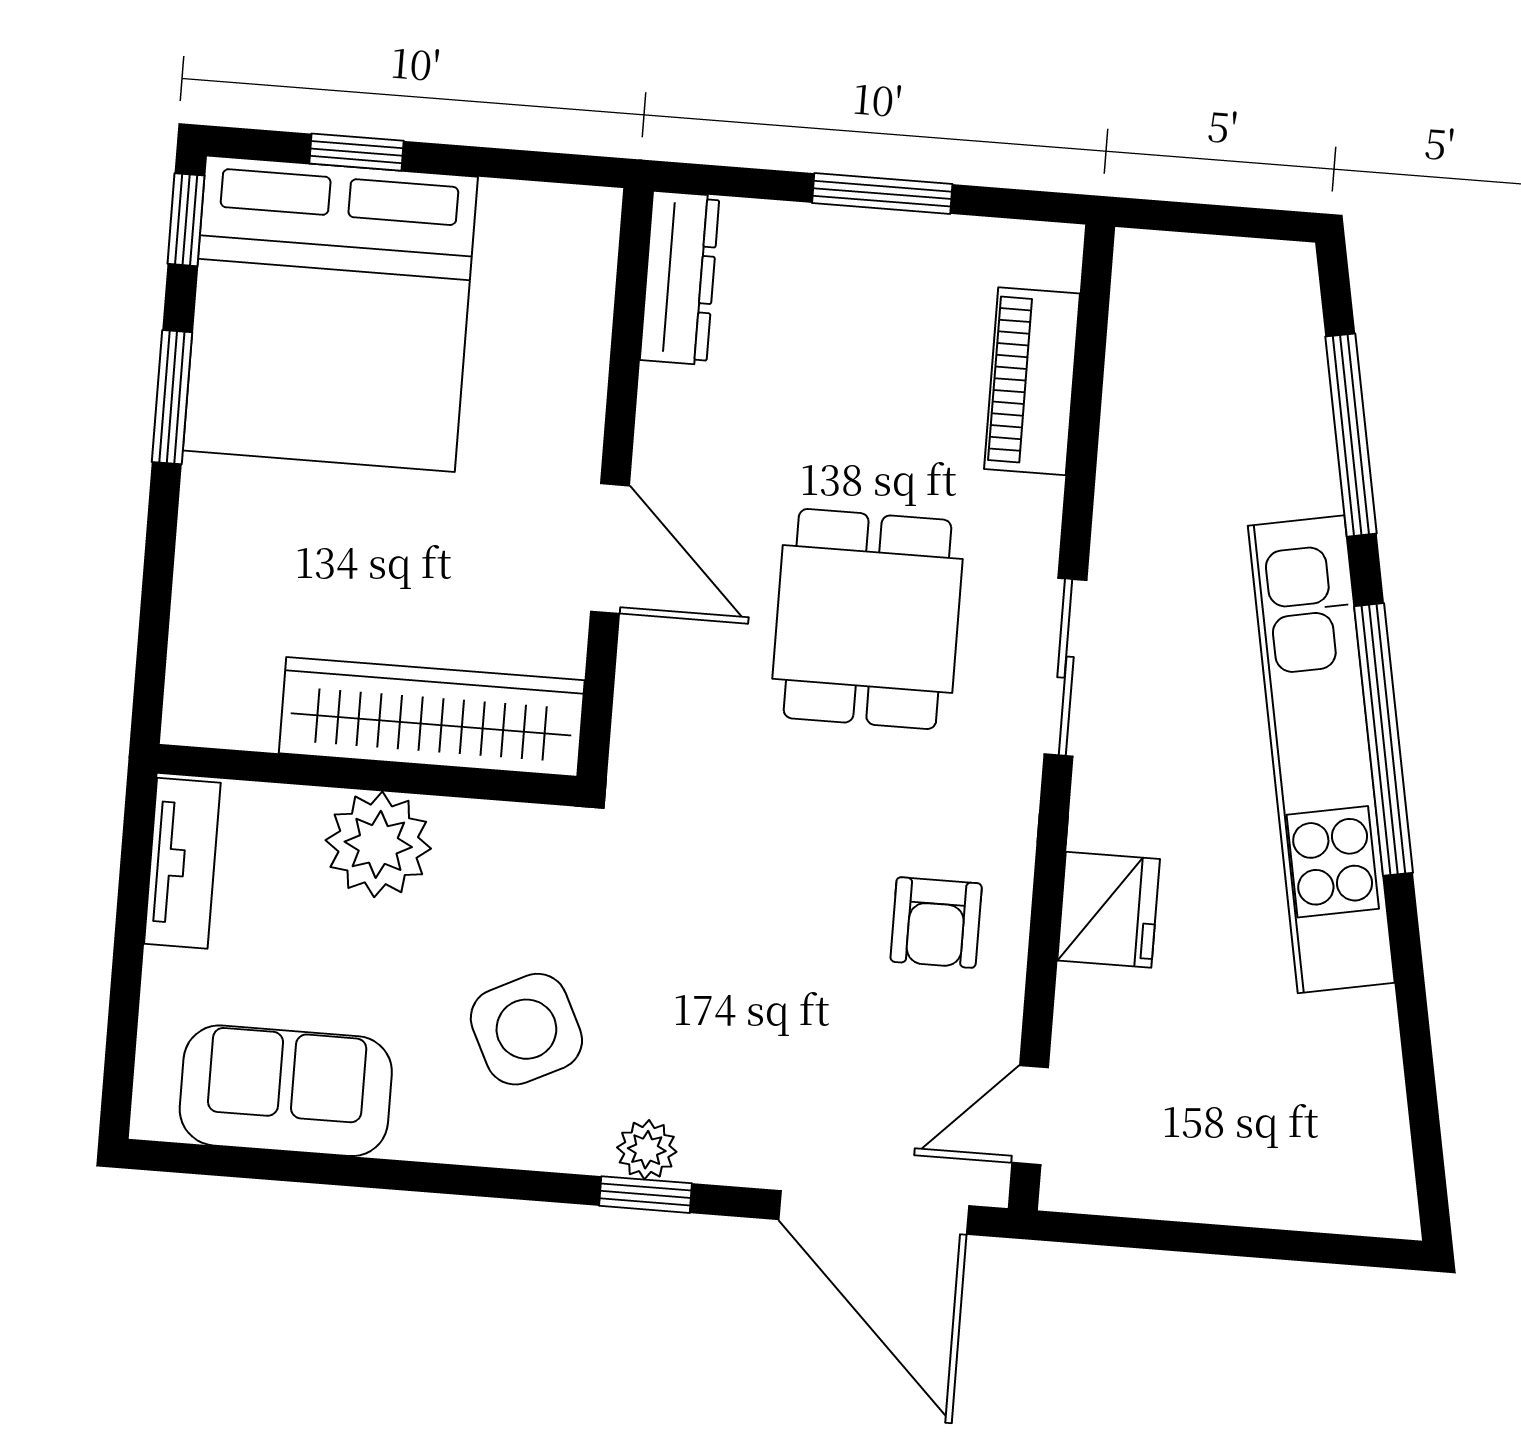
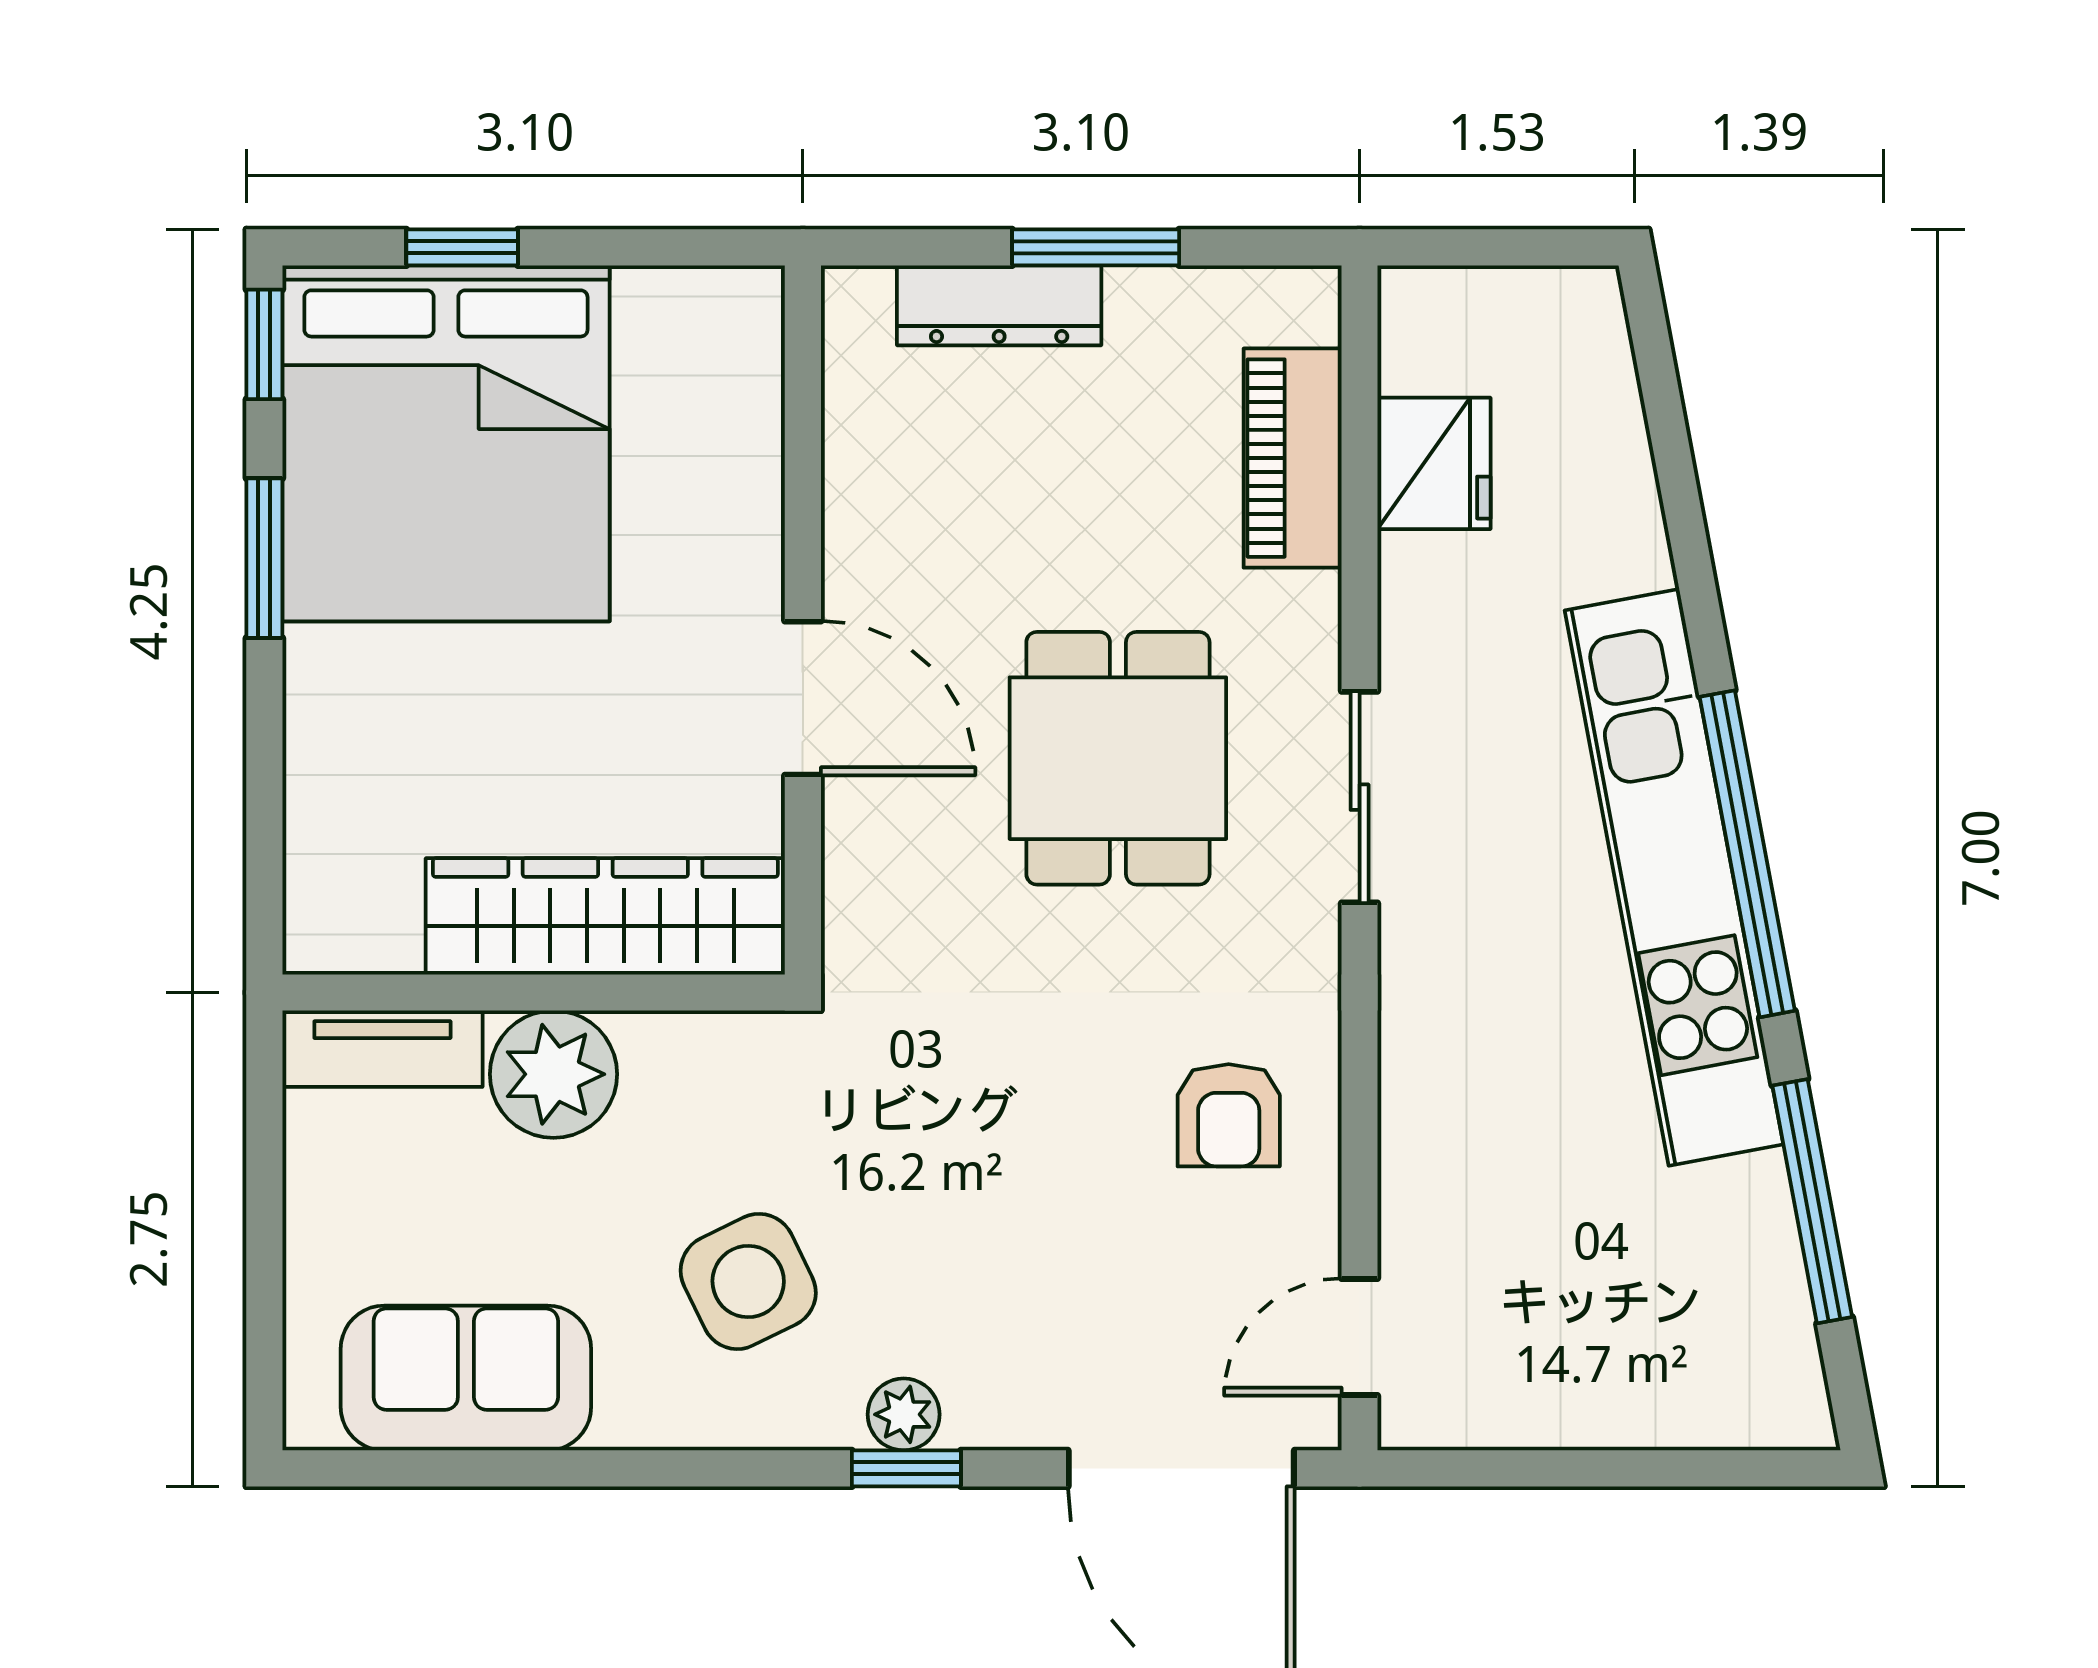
dresser: (680, 278) -> (999, 305), moved, turned 90
window: (1351, 435) -> (1812, 1201), moved
tv unit: (182, 863) -> (382, 1049), moved, turned 90
fridge: (1109, 910) -> (1434, 463), moved

